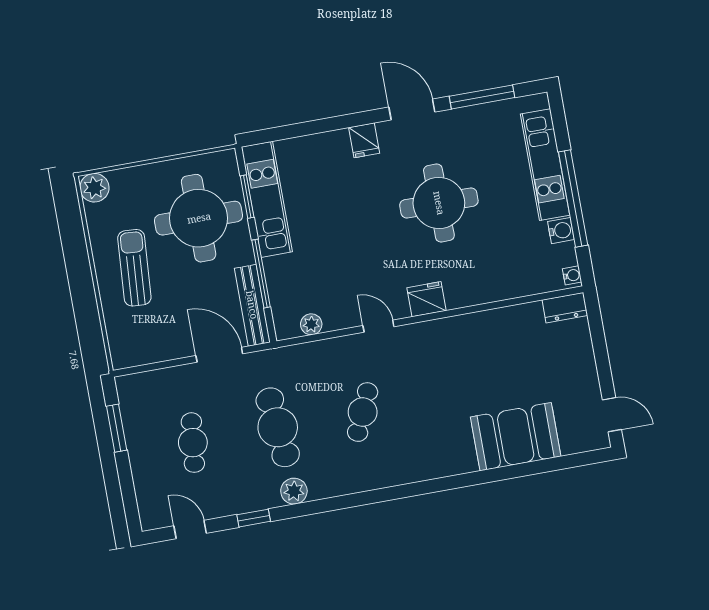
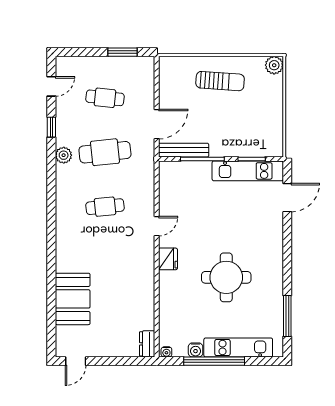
door: (412, 110) -> (287, 198), moved
fridge: (364, 140) -> (273, 238), removed
round table: (199, 218) -> (244, 126), removed
plant: (311, 324) -> (165, 185), removed
cafe table: (363, 412) -> (105, 207), turned -30

